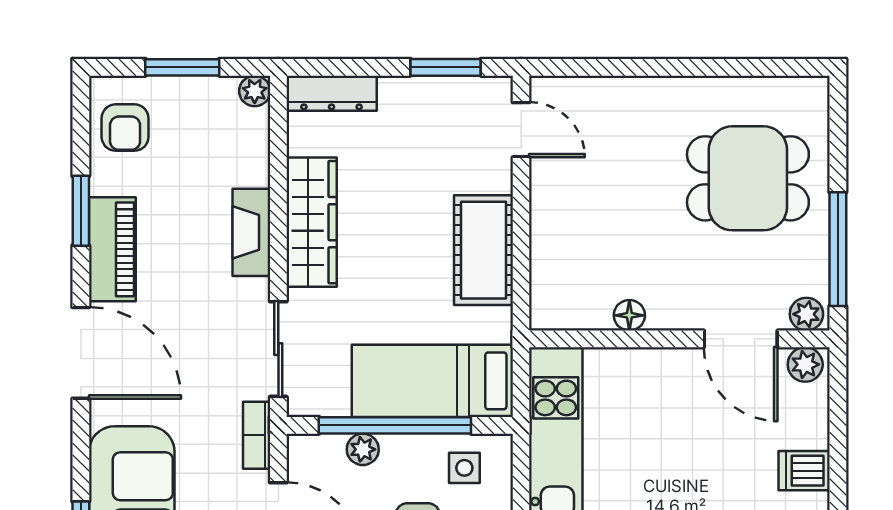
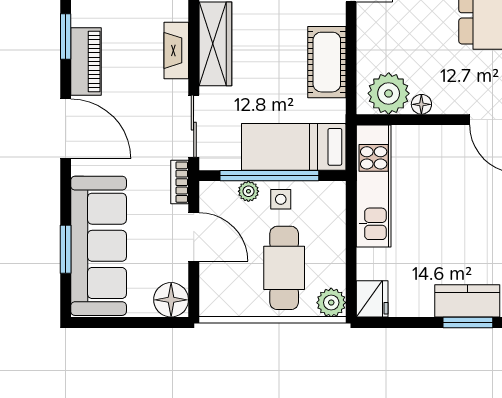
plant: (579, 299) -> (389, 93), added
side table: (464, 468) -> (281, 199), moved

